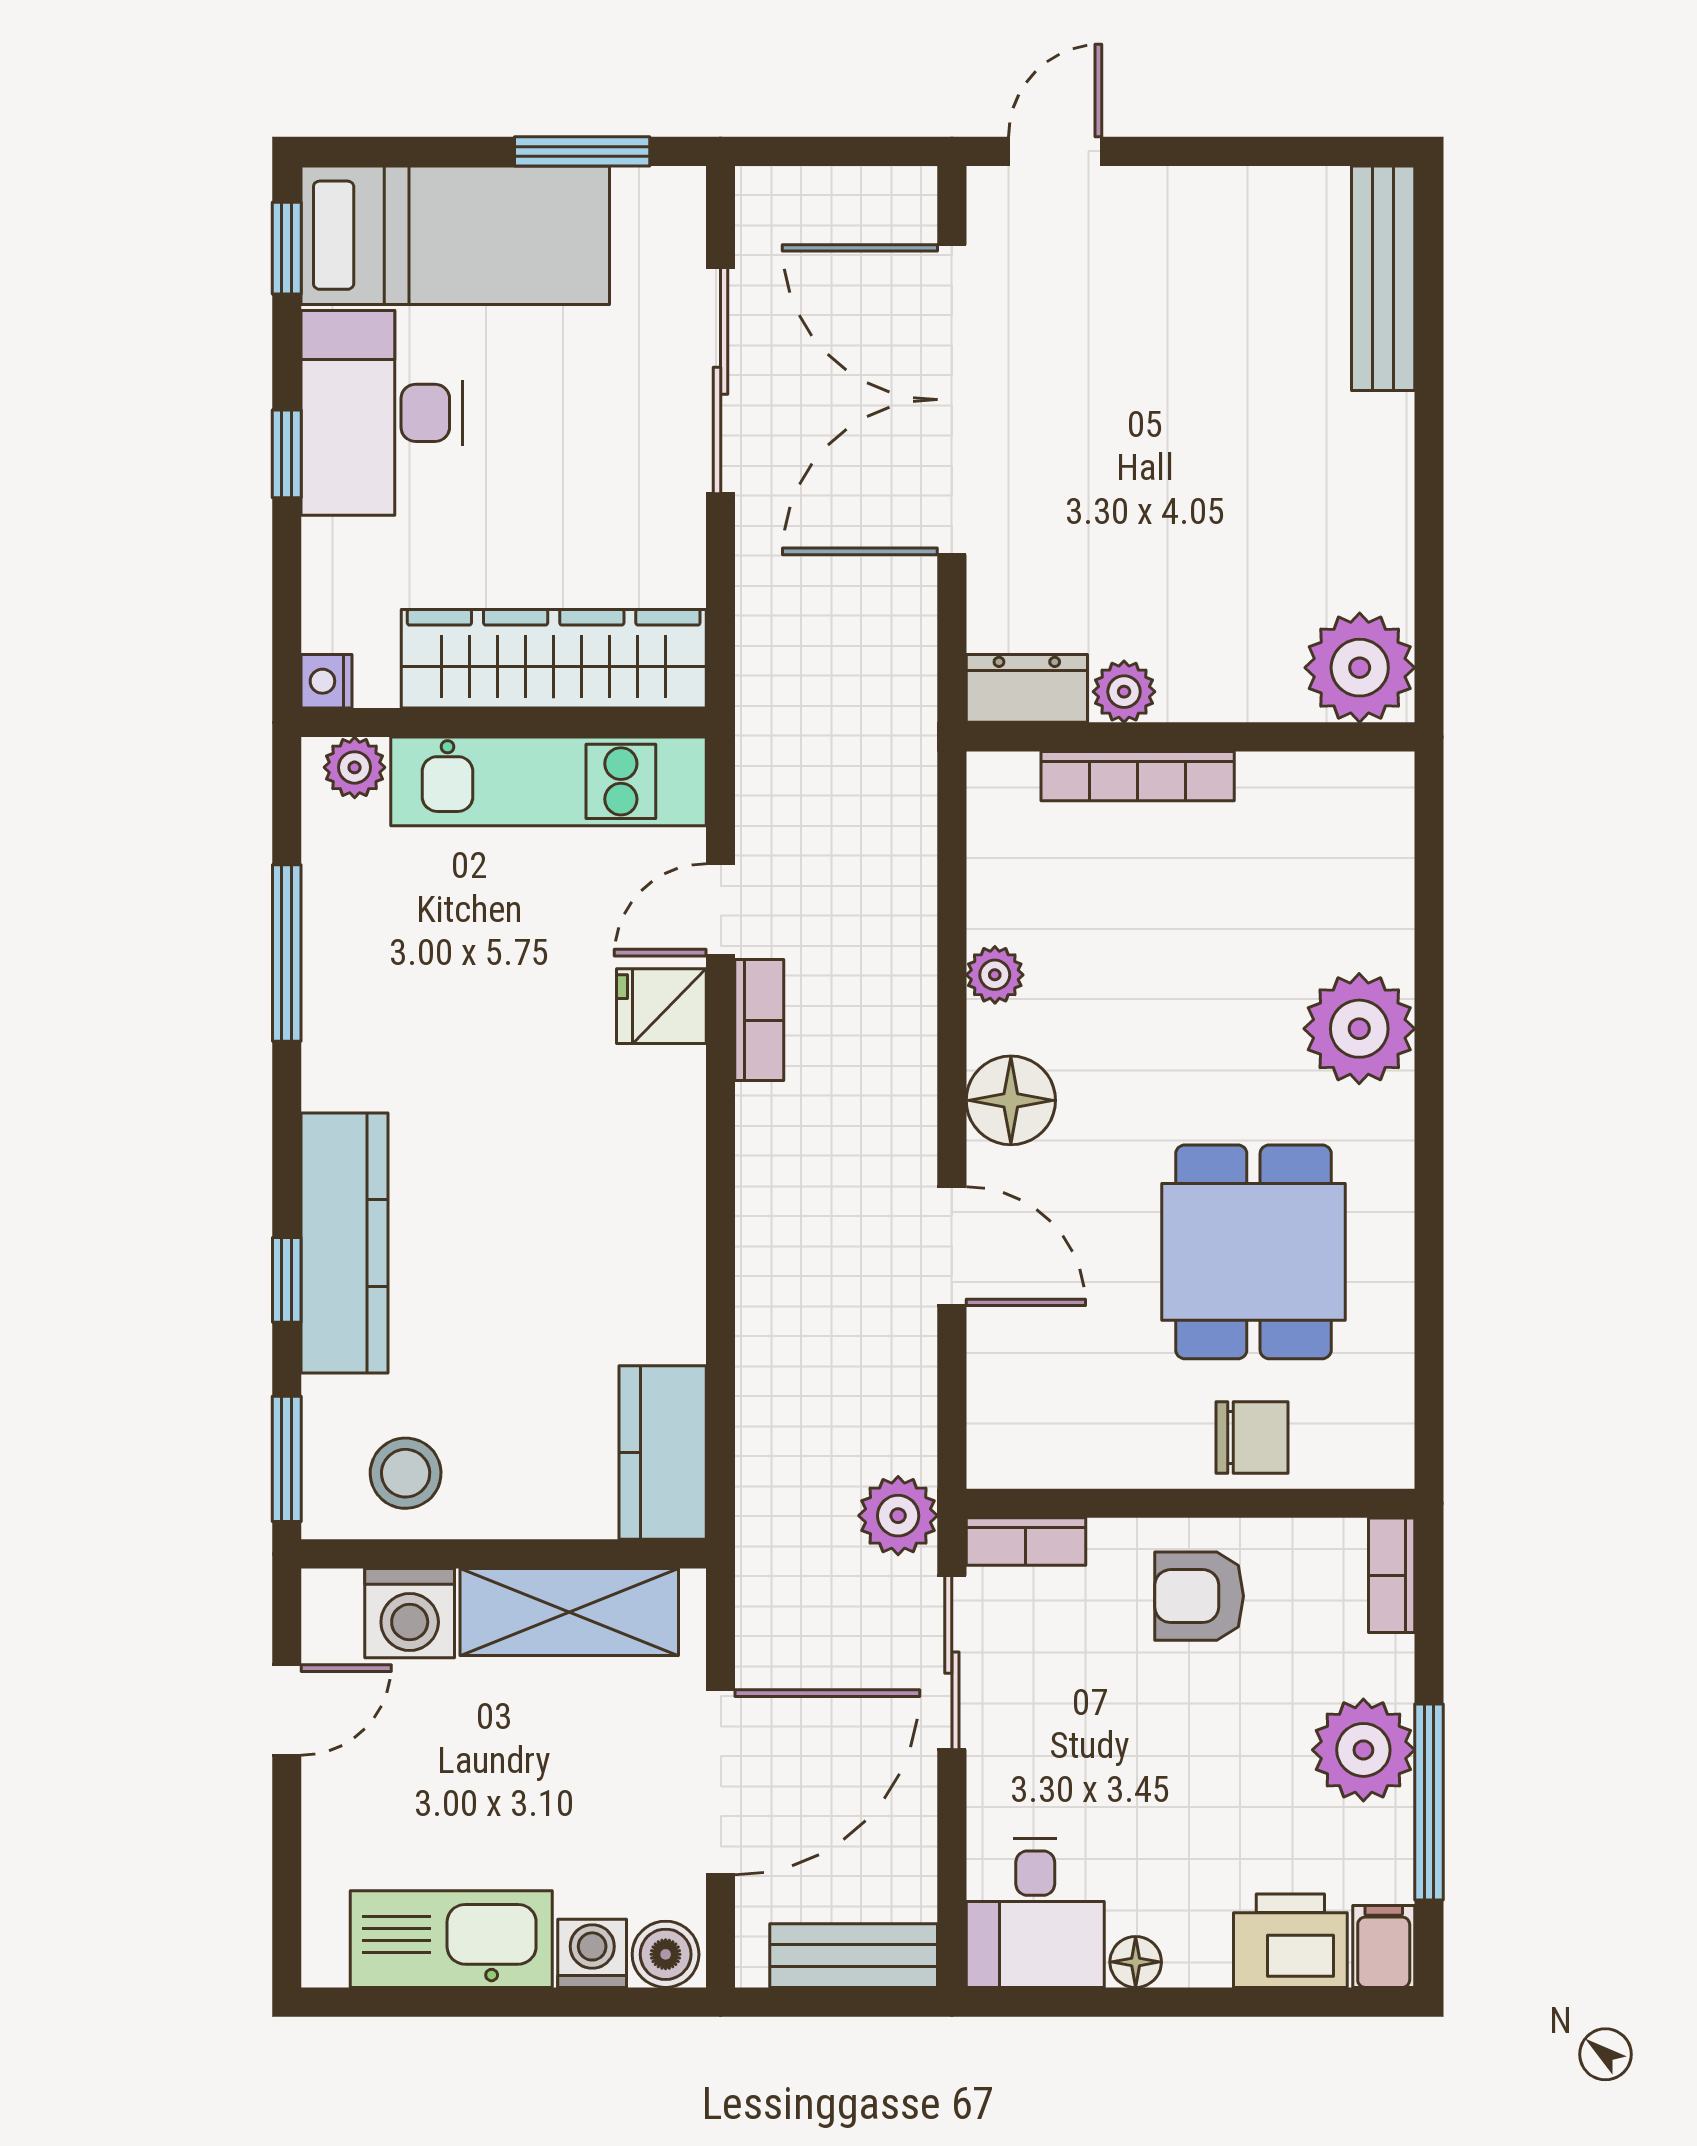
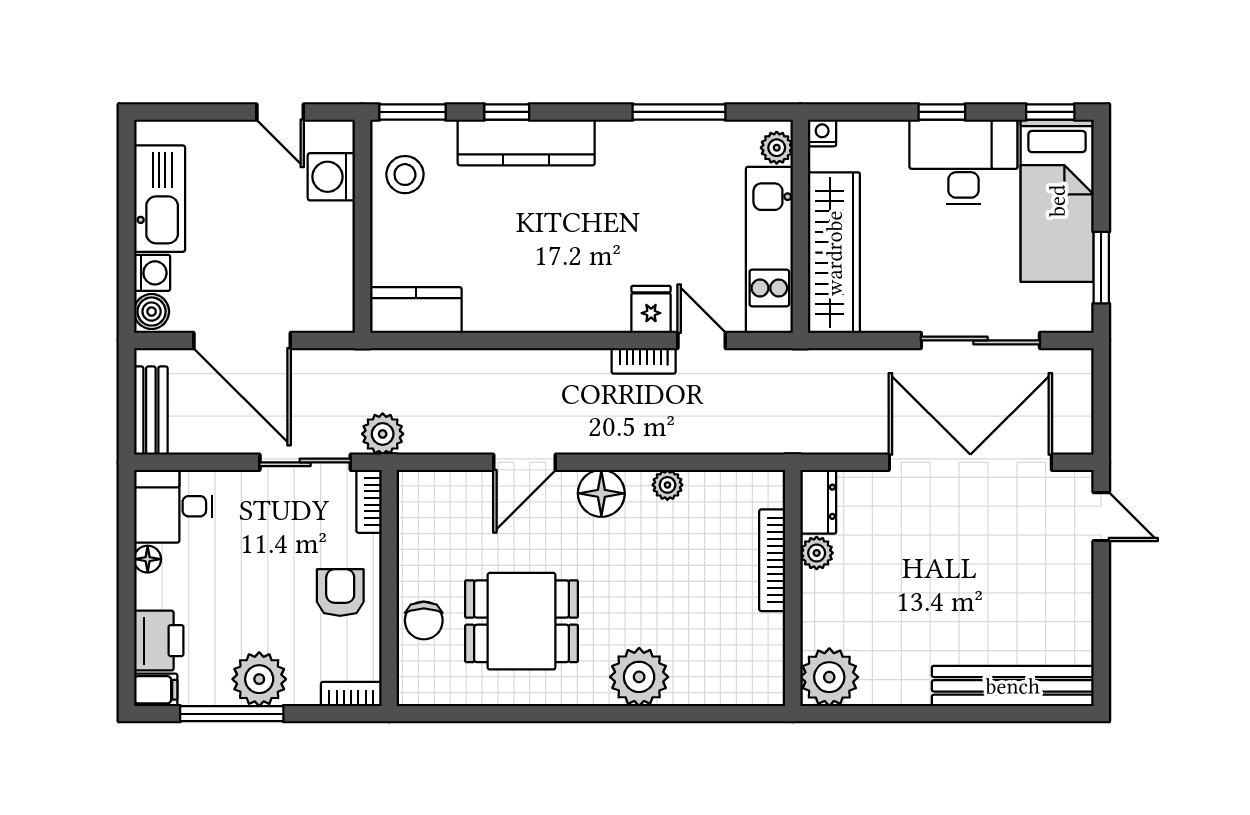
bench: (1383, 278) -> (1013, 686), width x1.37, depth x1.21
shelving: (569, 1612) -> (332, 261), removed

